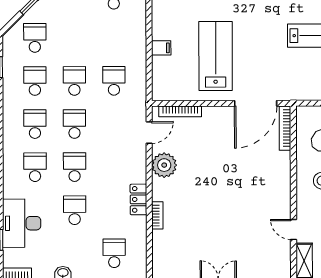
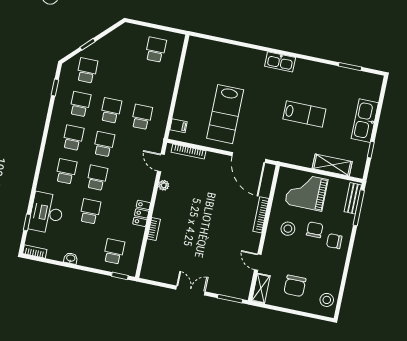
filing cabinet: (161, 48) -> (178, 126), moved
lab bench: (216, 56) -> (225, 114), turned 180
door: (256, 103) -> (249, 158), hinge flipped
bookcase: (285, 128) -> (261, 215), moved
door: (149, 132) -> (161, 163), swing flipped
plant: (164, 165) -> (164, 185), width x0.53, depth x0.53

